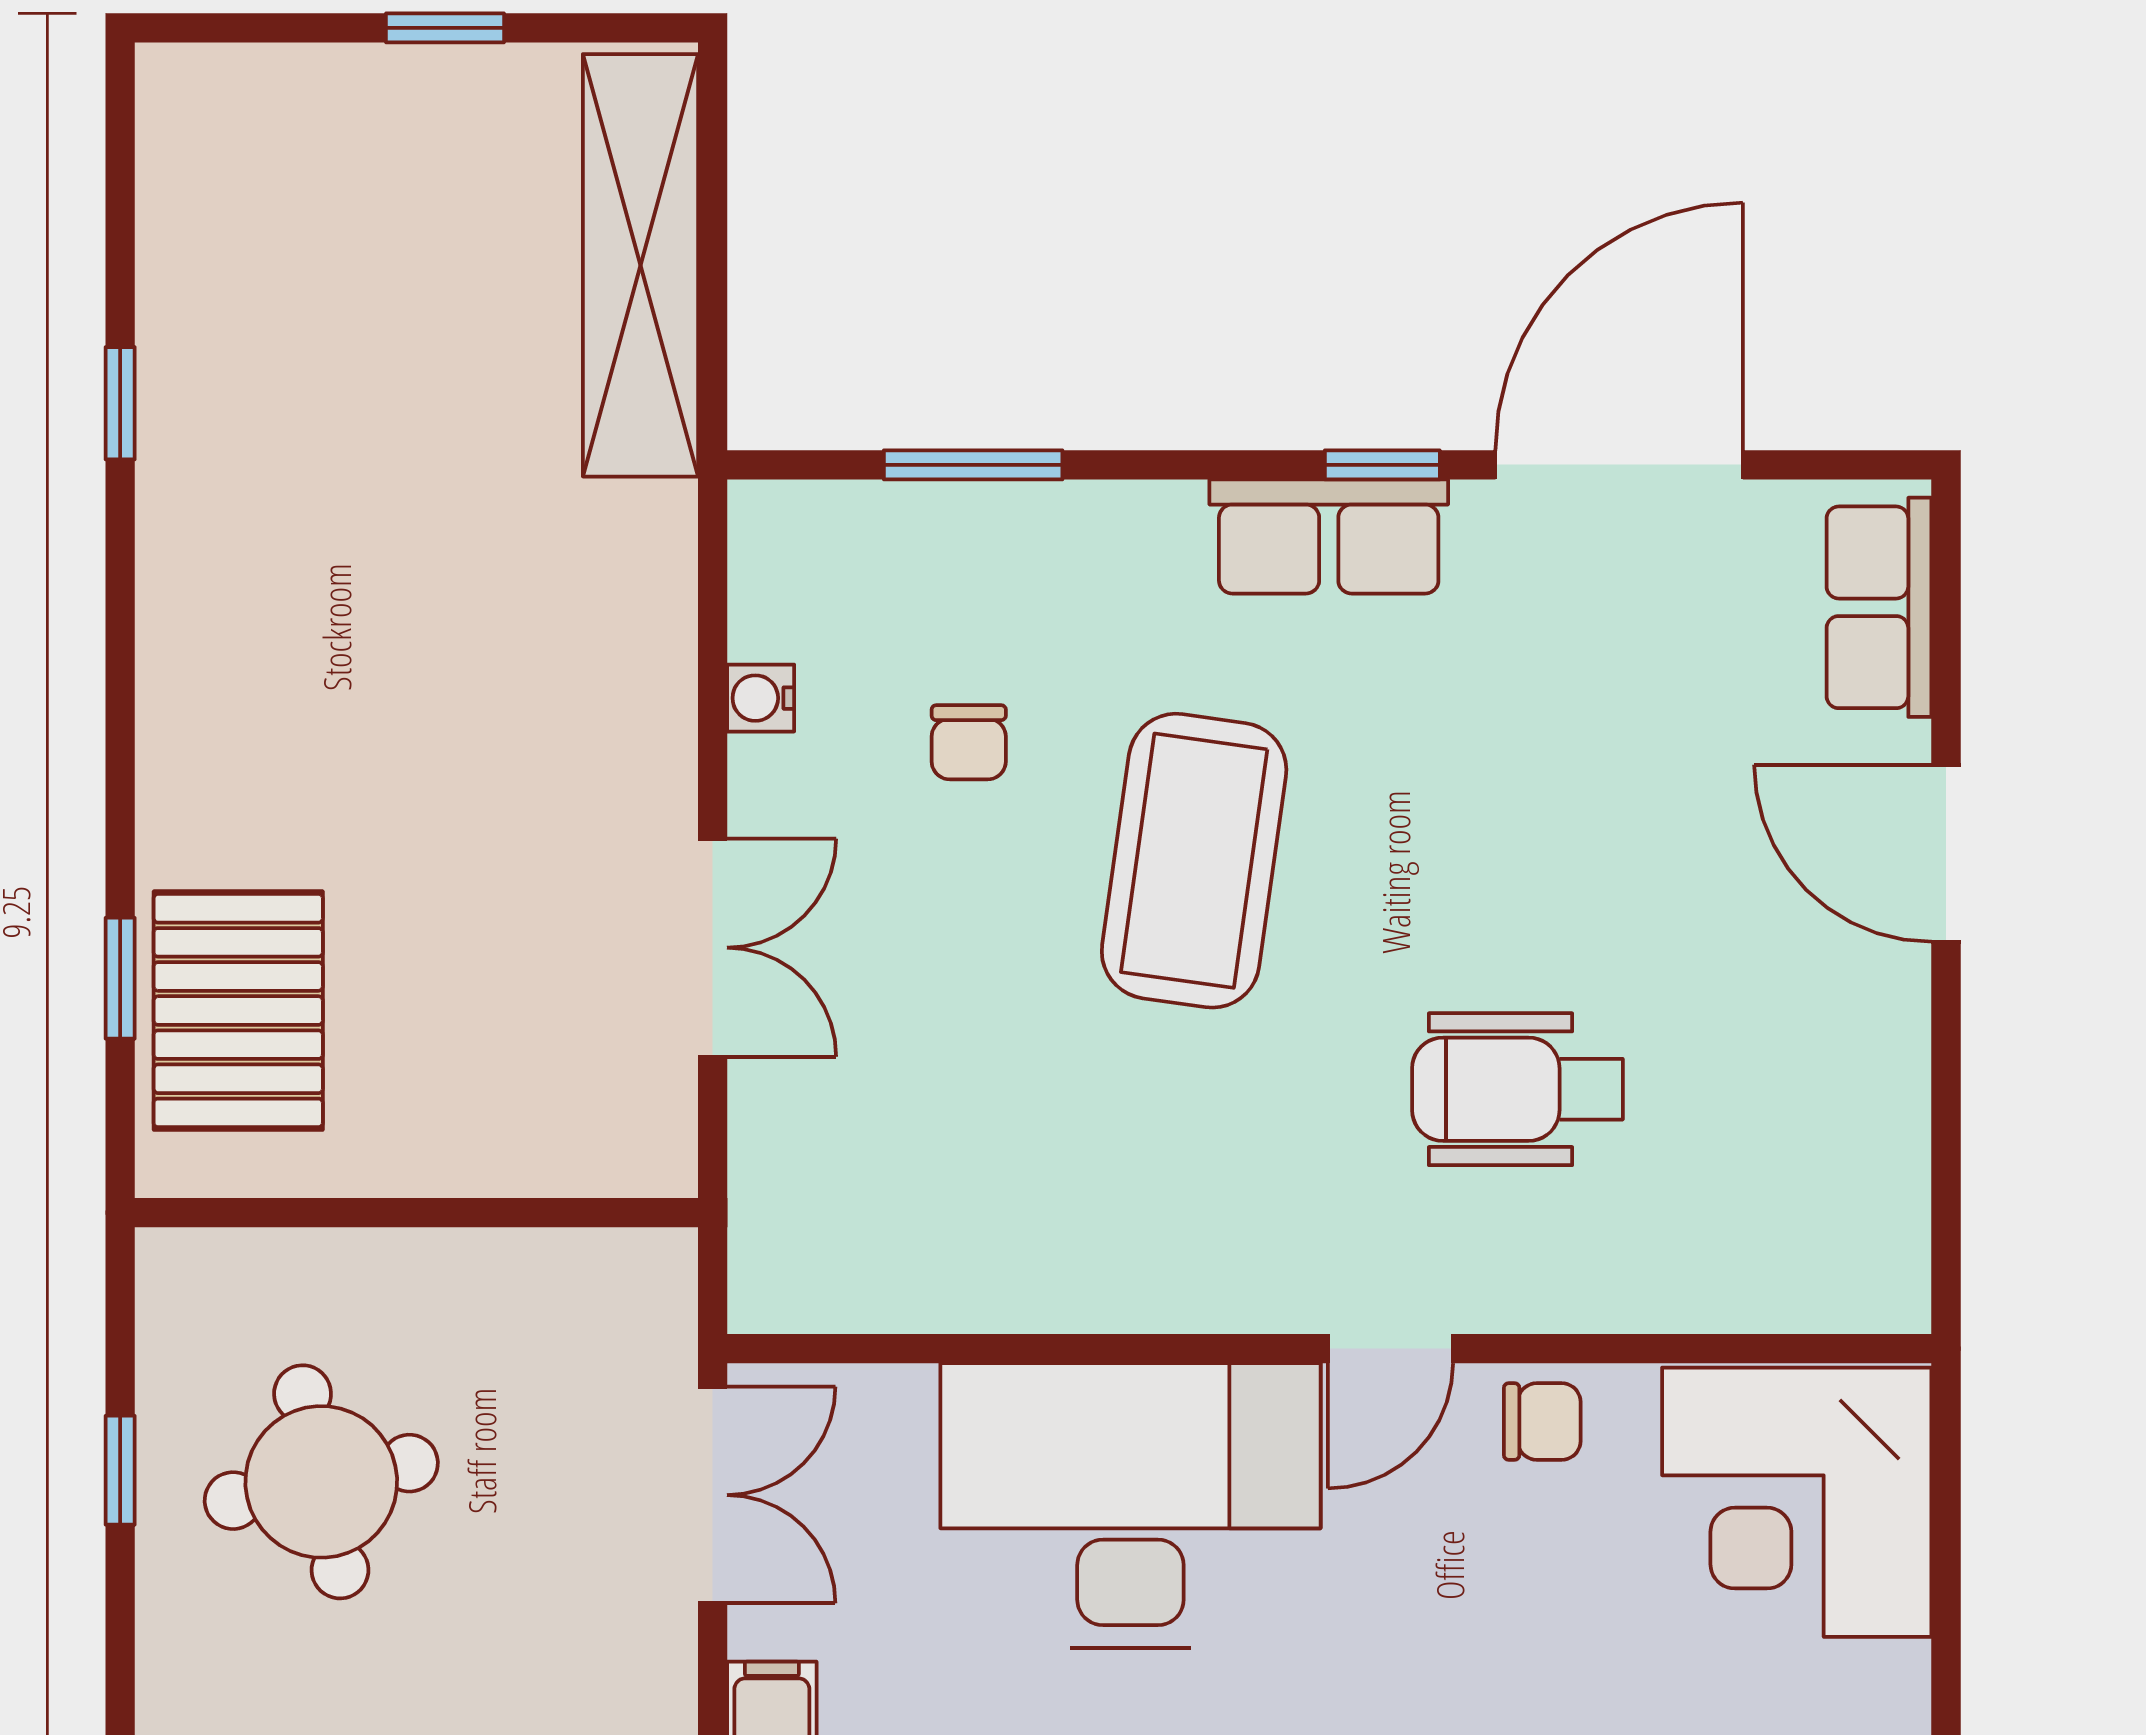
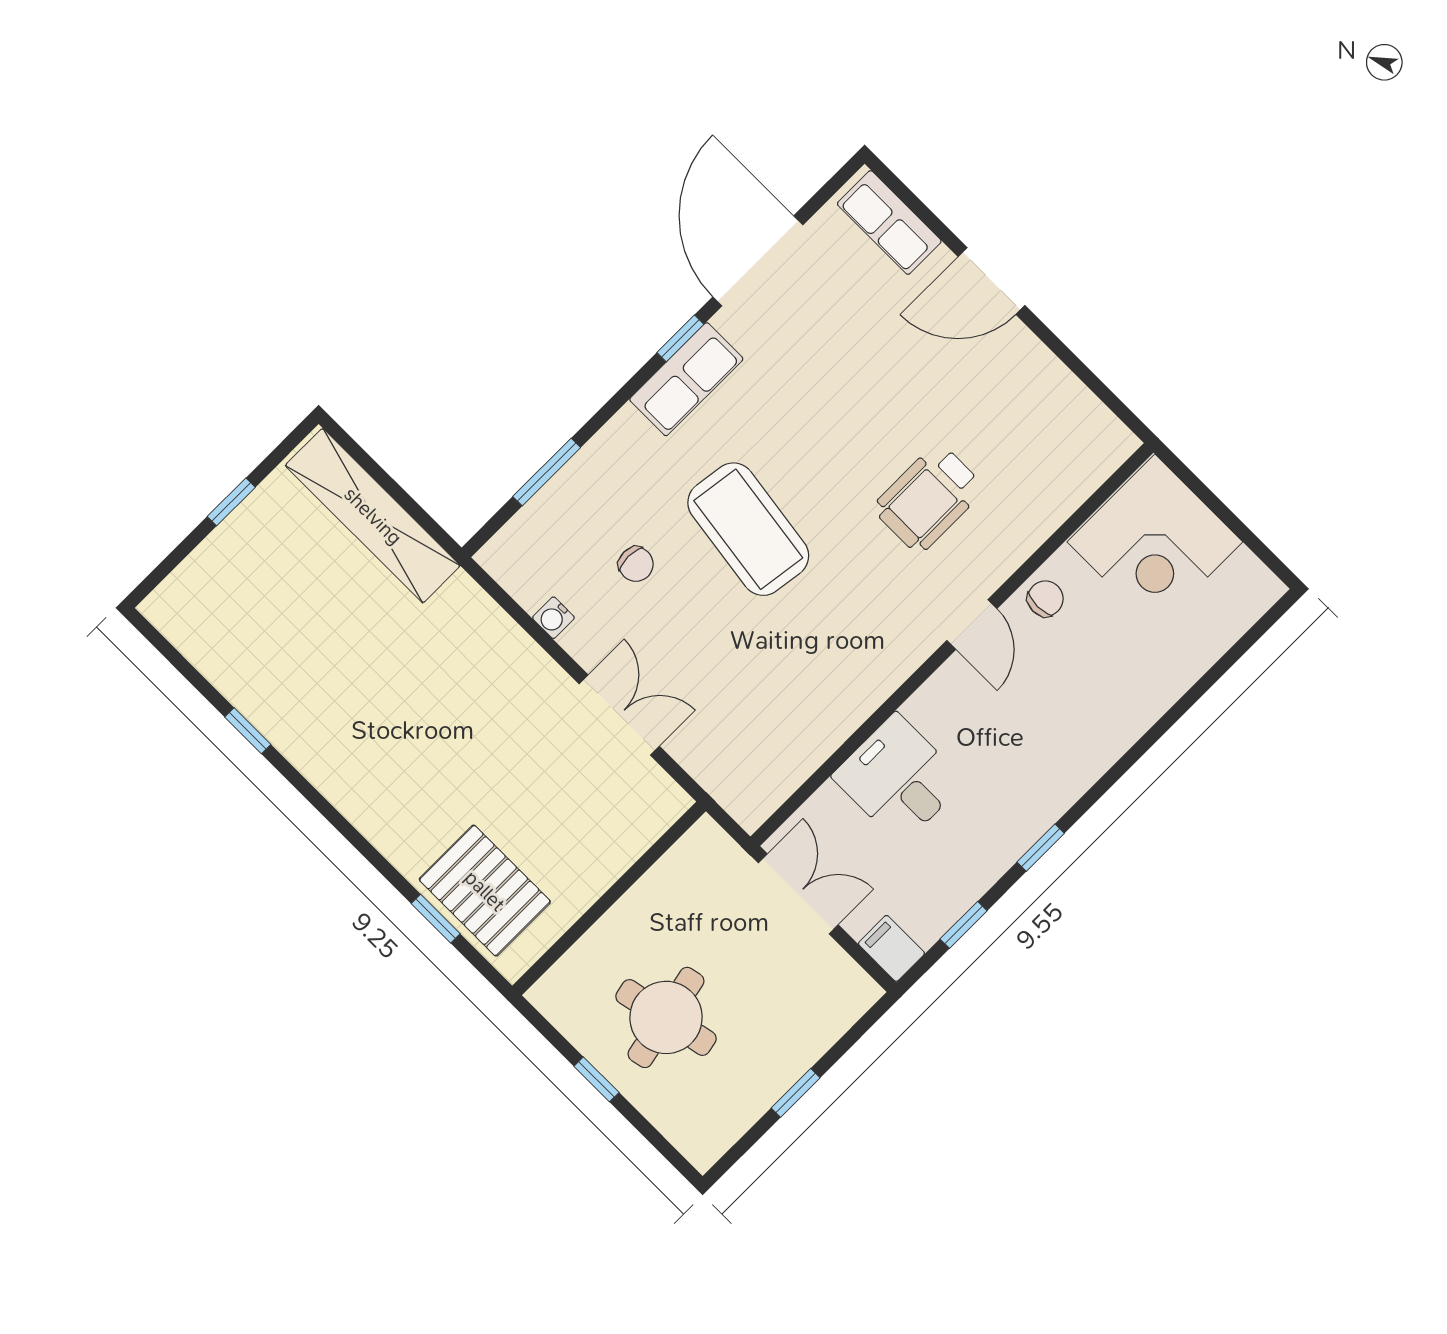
desk: (1130, 1506) -> (899, 779), width x0.53, depth x0.77

